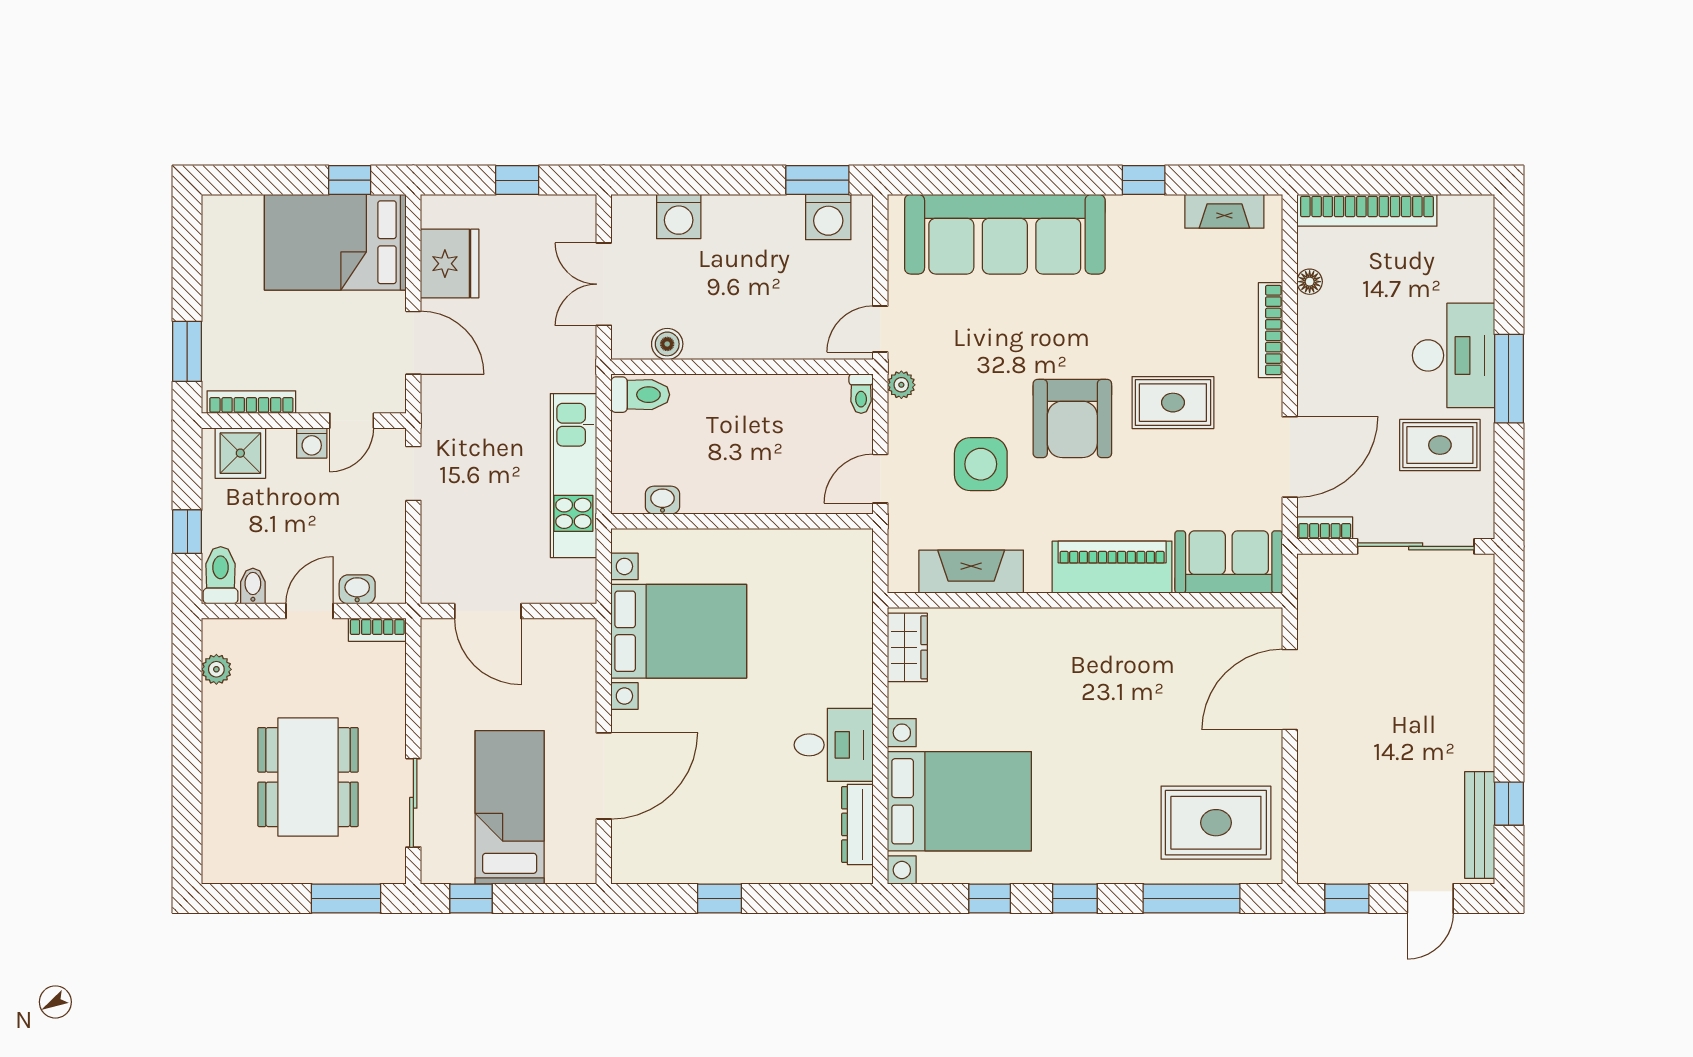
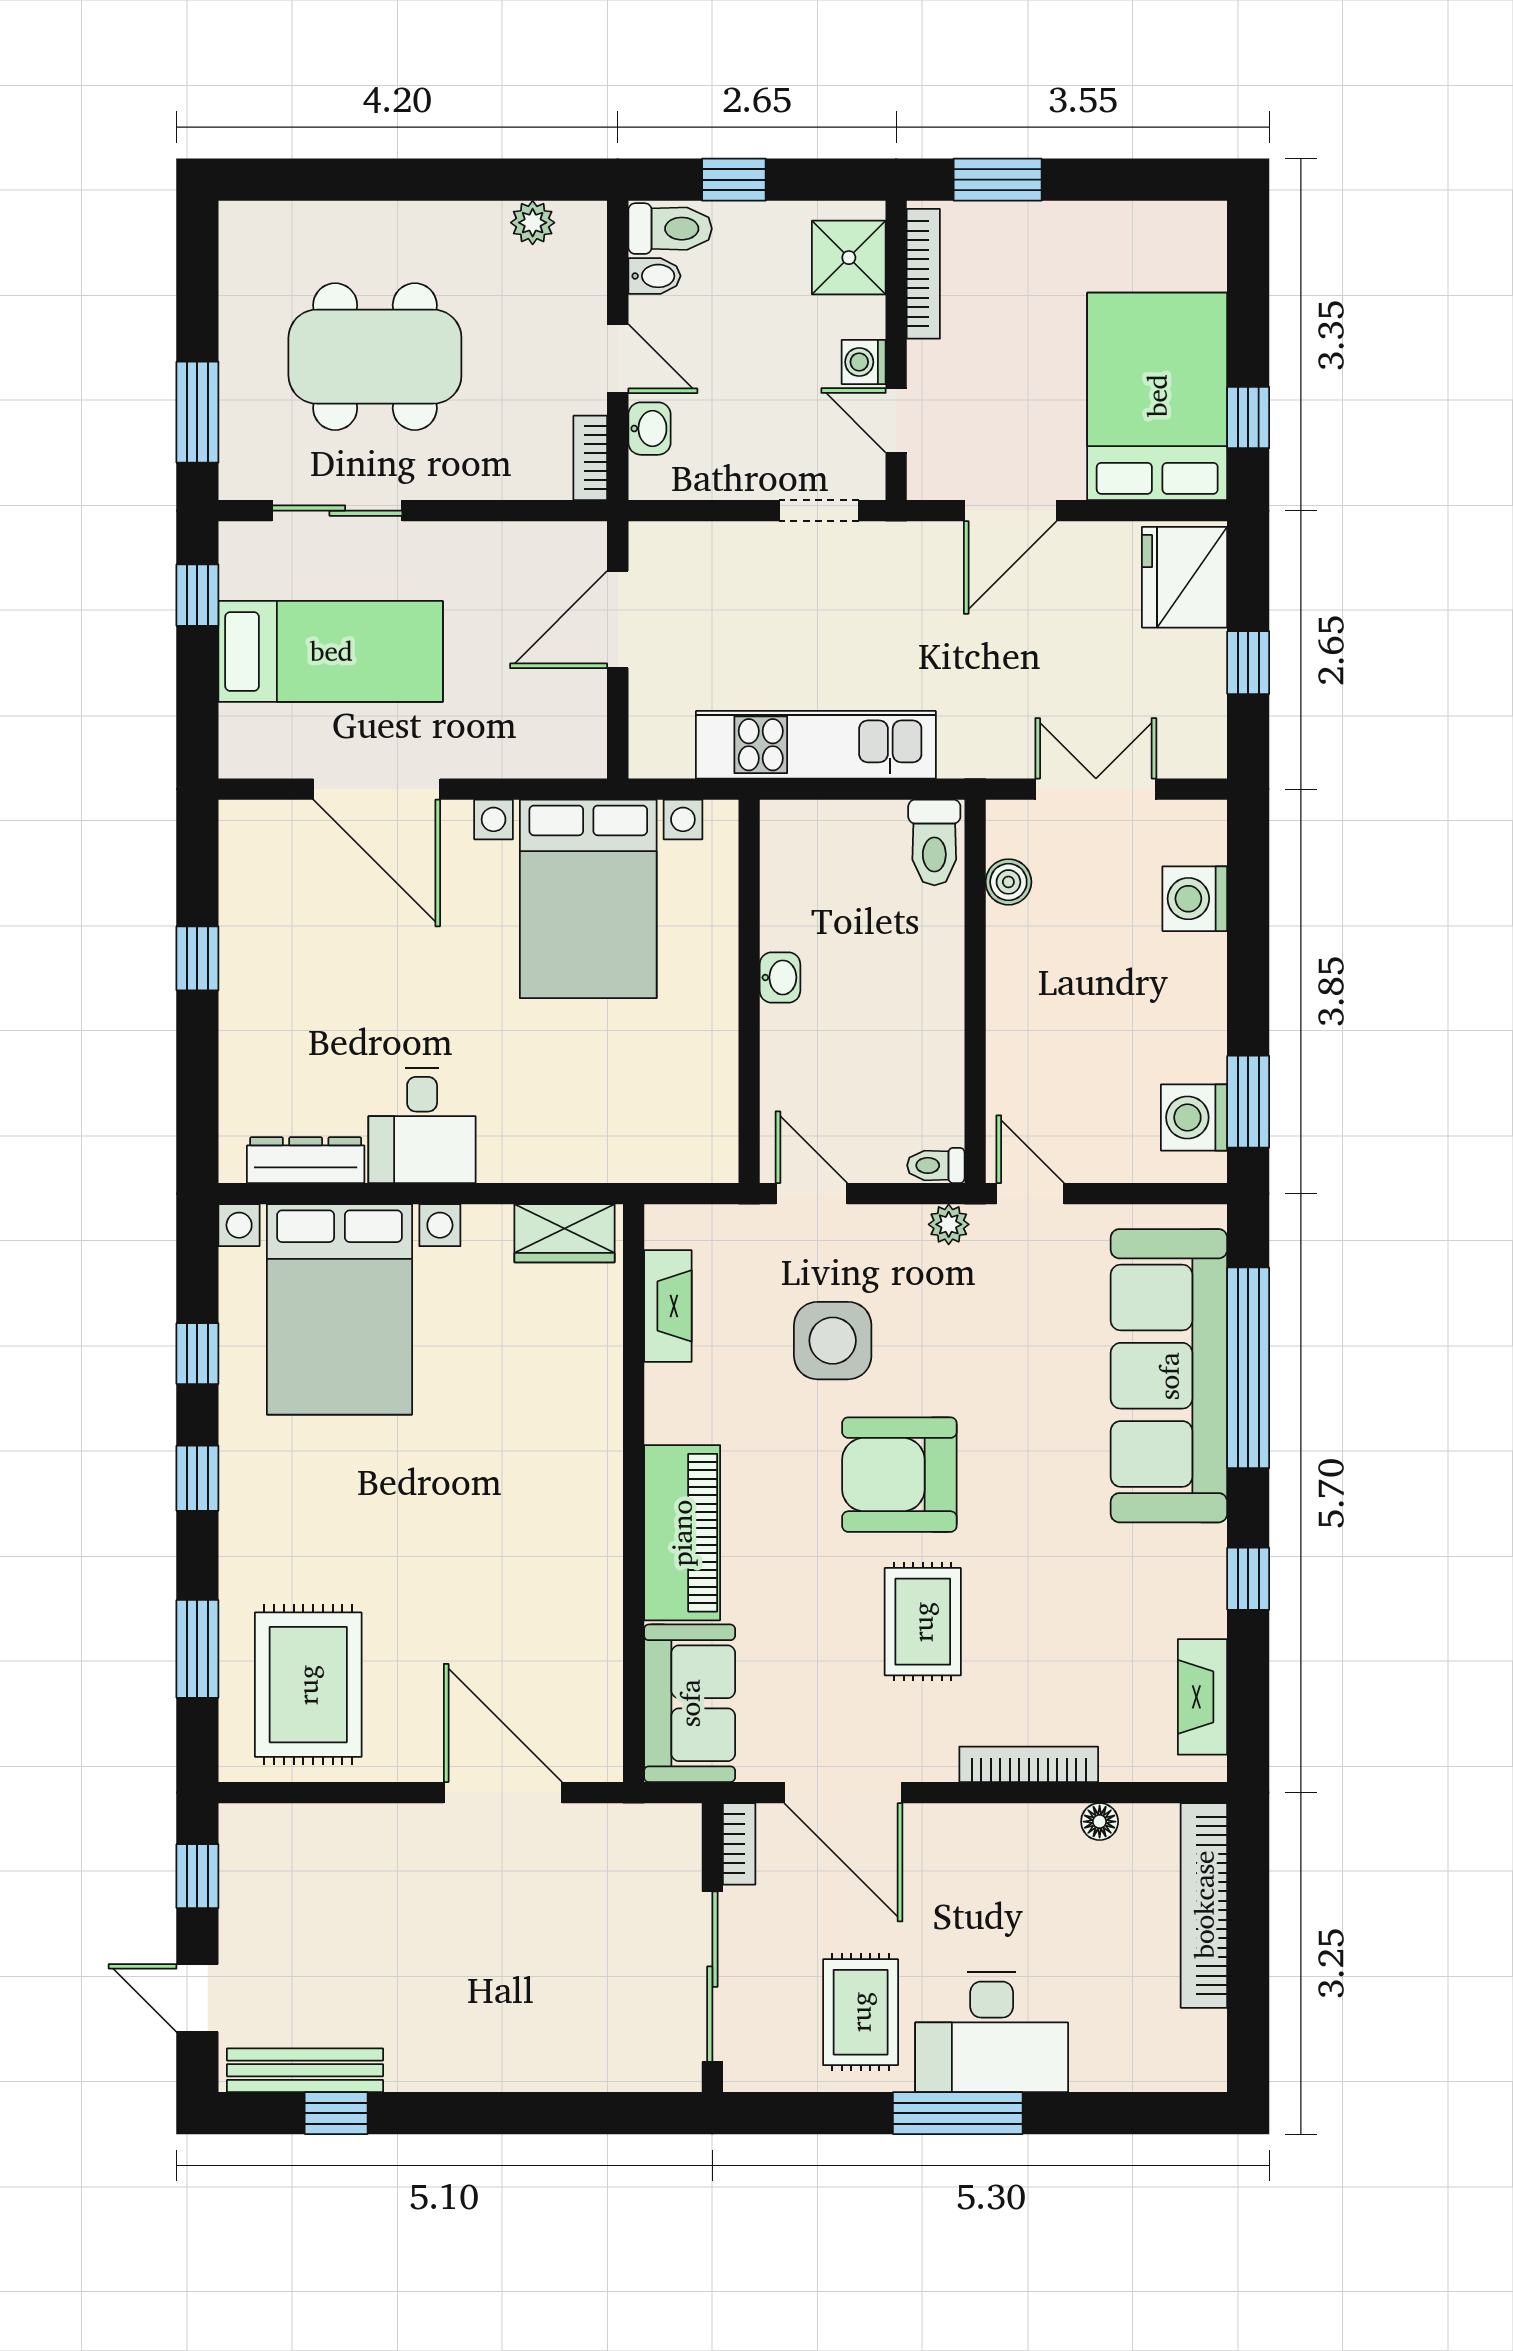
window: (999, 180) -> (1248, 1368), added
fridge: (450, 264) -> (1185, 577), moved, turned 90
washbasin: (663, 500) -> (780, 977), moved
fireplace: (971, 572) -> (668, 1306), width x0.73, depth x0.76
window: (1192, 898) -> (197, 1649), width x0.69

